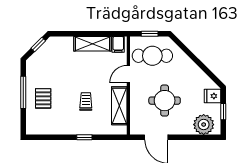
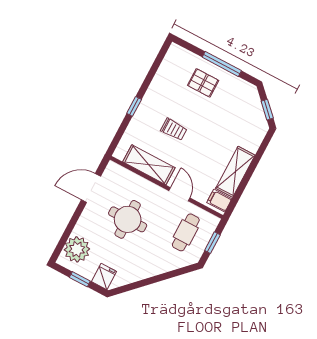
cafe table: (152, 56) -> (186, 232), width x0.73, depth x0.74

